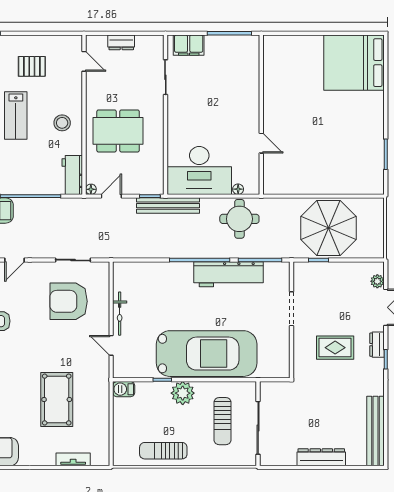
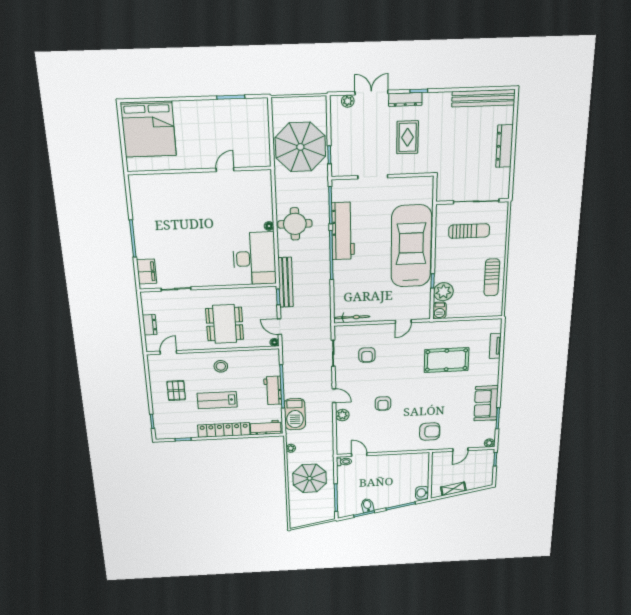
lab bench: (16, 115) -> (217, 400), turned 180
wall: (261, 115) -> (200, 170), moved
door: (261, 143) -> (225, 170), moved
workbench: (72, 175) -> (273, 390), moved, turned 90
armchair: (69, 301) -> (367, 355), width x0.53, depth x0.53
bicycle: (120, 314) -> (352, 317), moved
dresser: (377, 345) -> (405, 99), width x1.44
plant: (183, 393) -> (443, 292), moved

